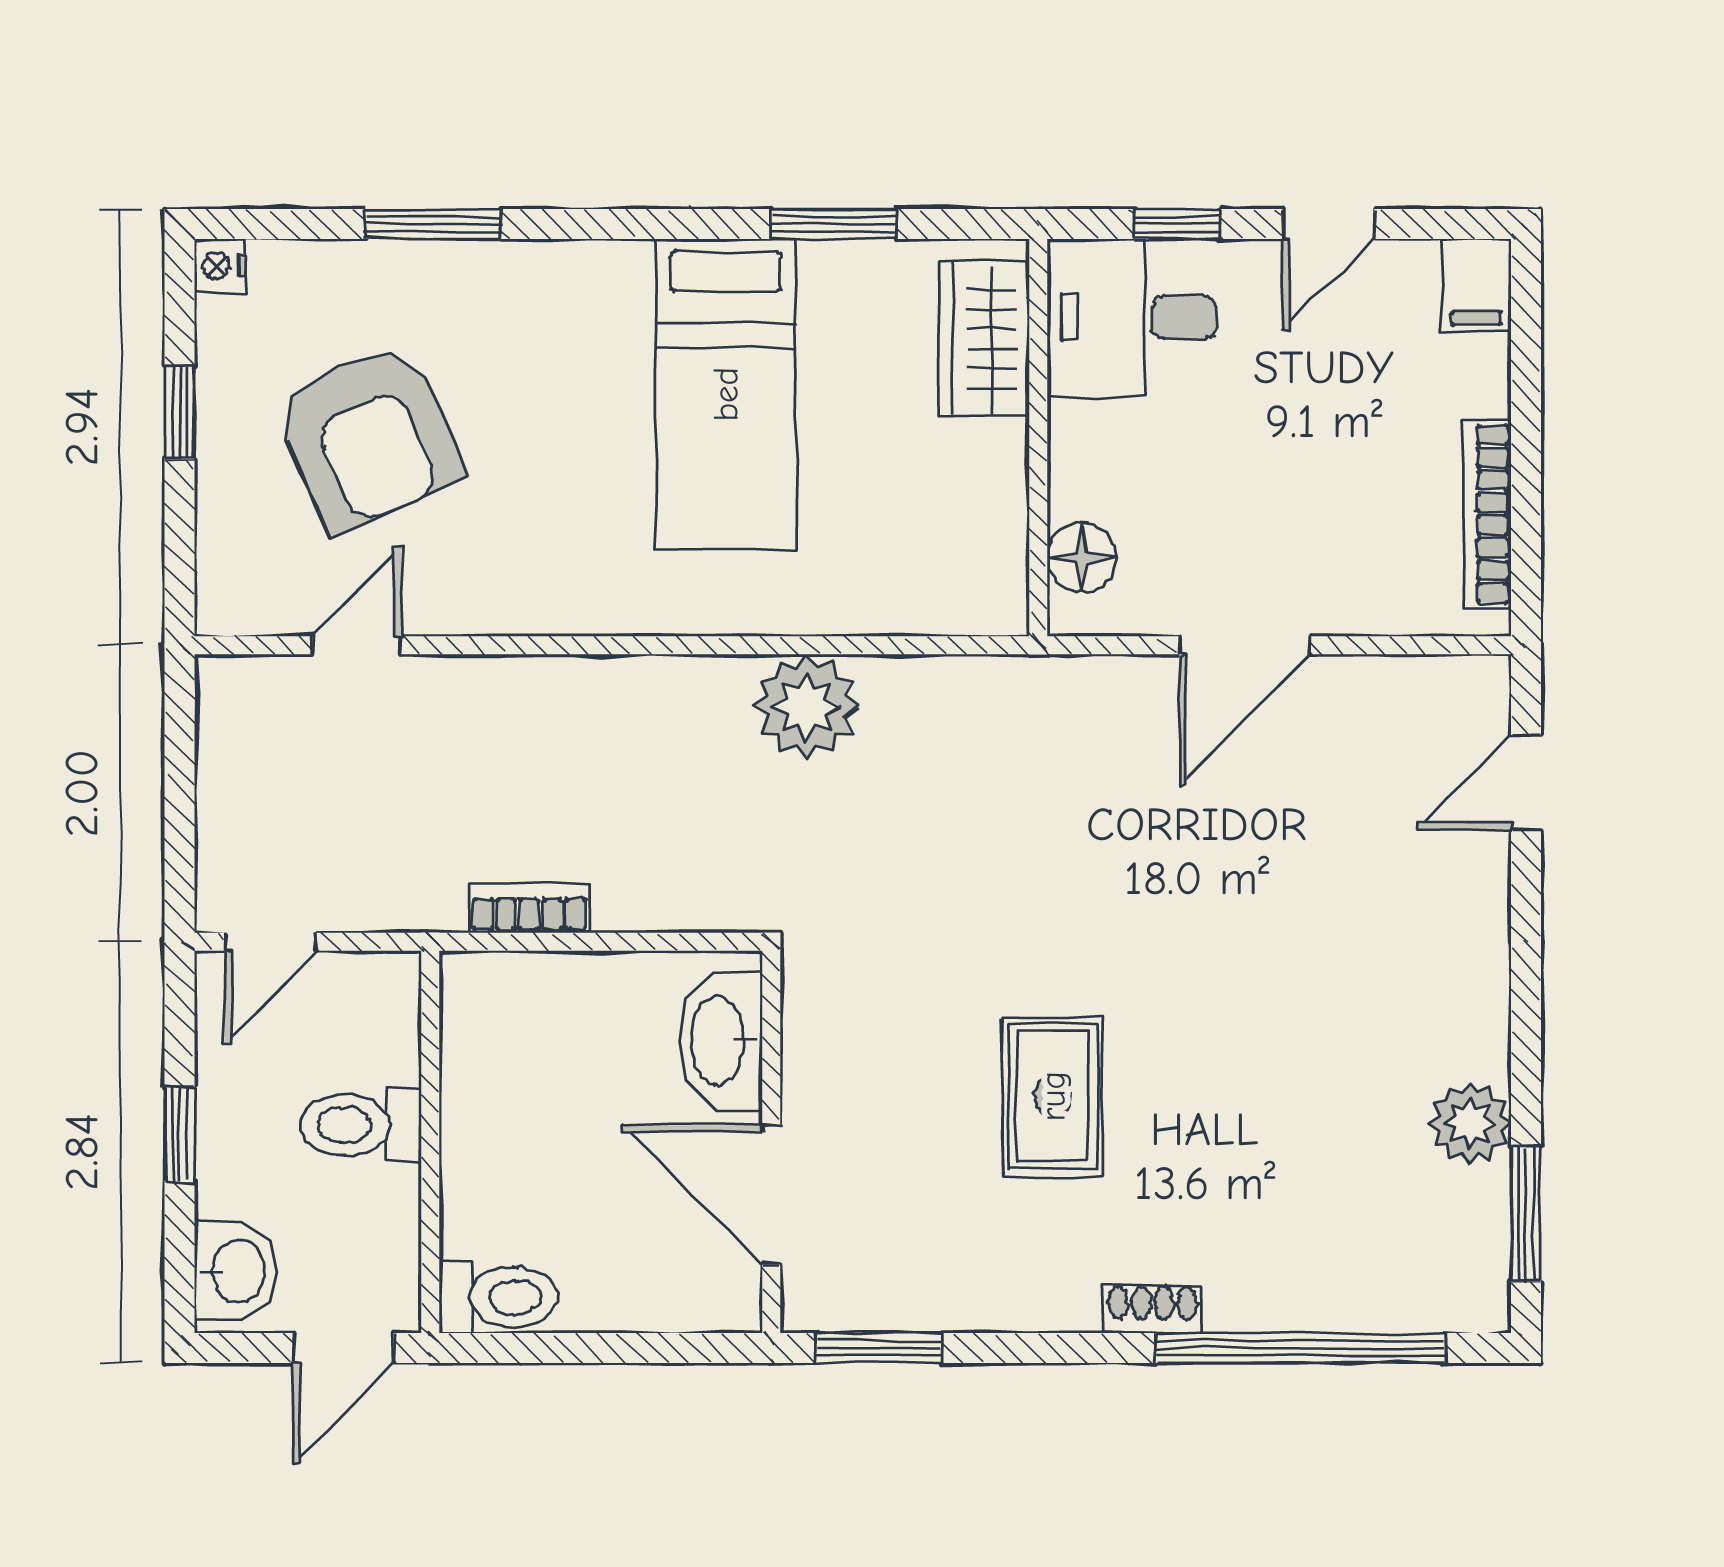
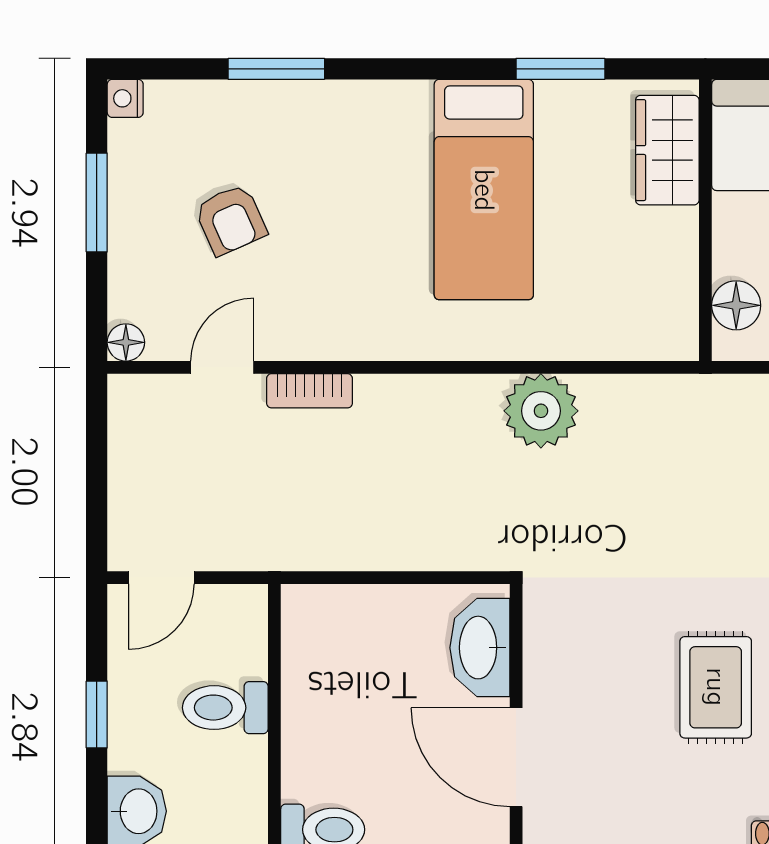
window: (180, 413) -> (97, 203), width x1.50
armchair: (368, 437) -> (231, 220), width x0.53, depth x0.53
floor lamp: (221, 610) -> (126, 342), added
bookcase: (529, 909) -> (309, 391), moved, turned 180

